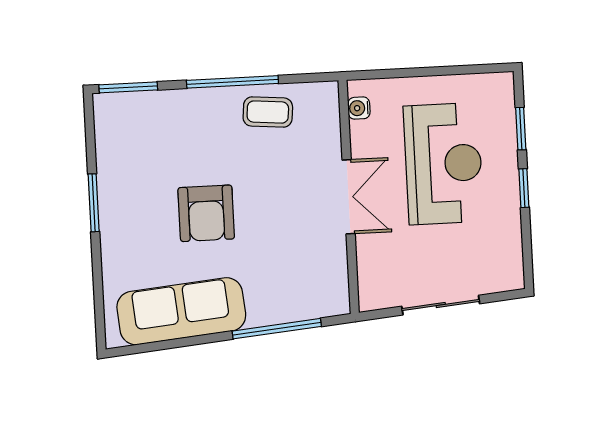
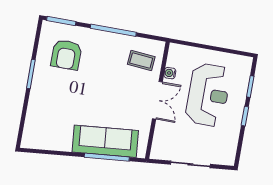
water cooler: (359, 108) -> (170, 73), moved
coffee table: (268, 112) -> (141, 61), moved
armchair: (206, 213) -> (66, 55), moved
sofa: (181, 311) -> (105, 141), moved

